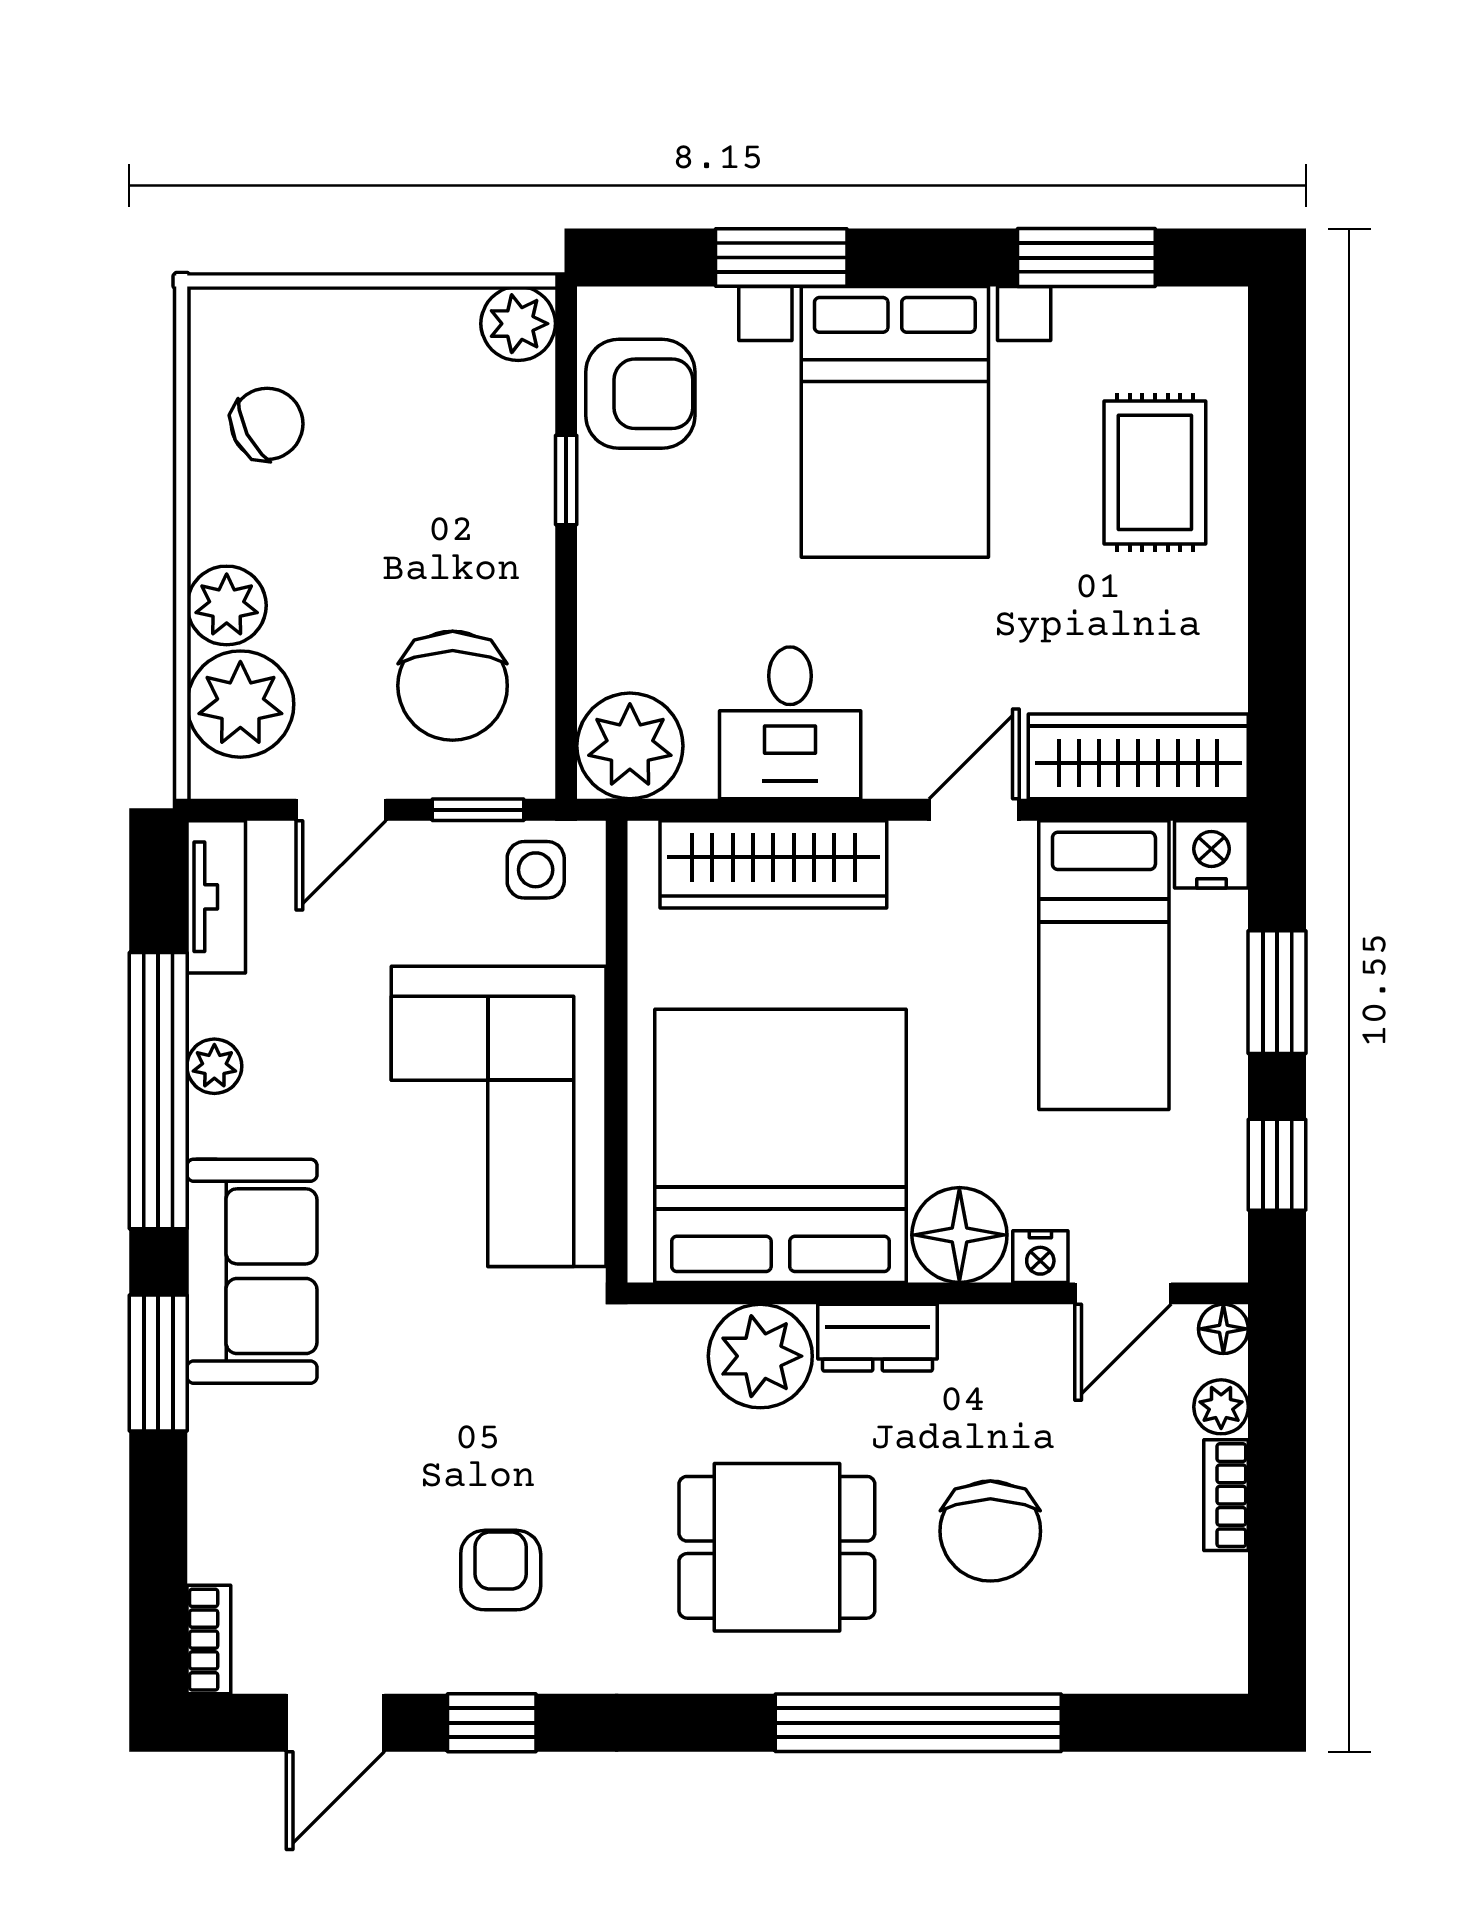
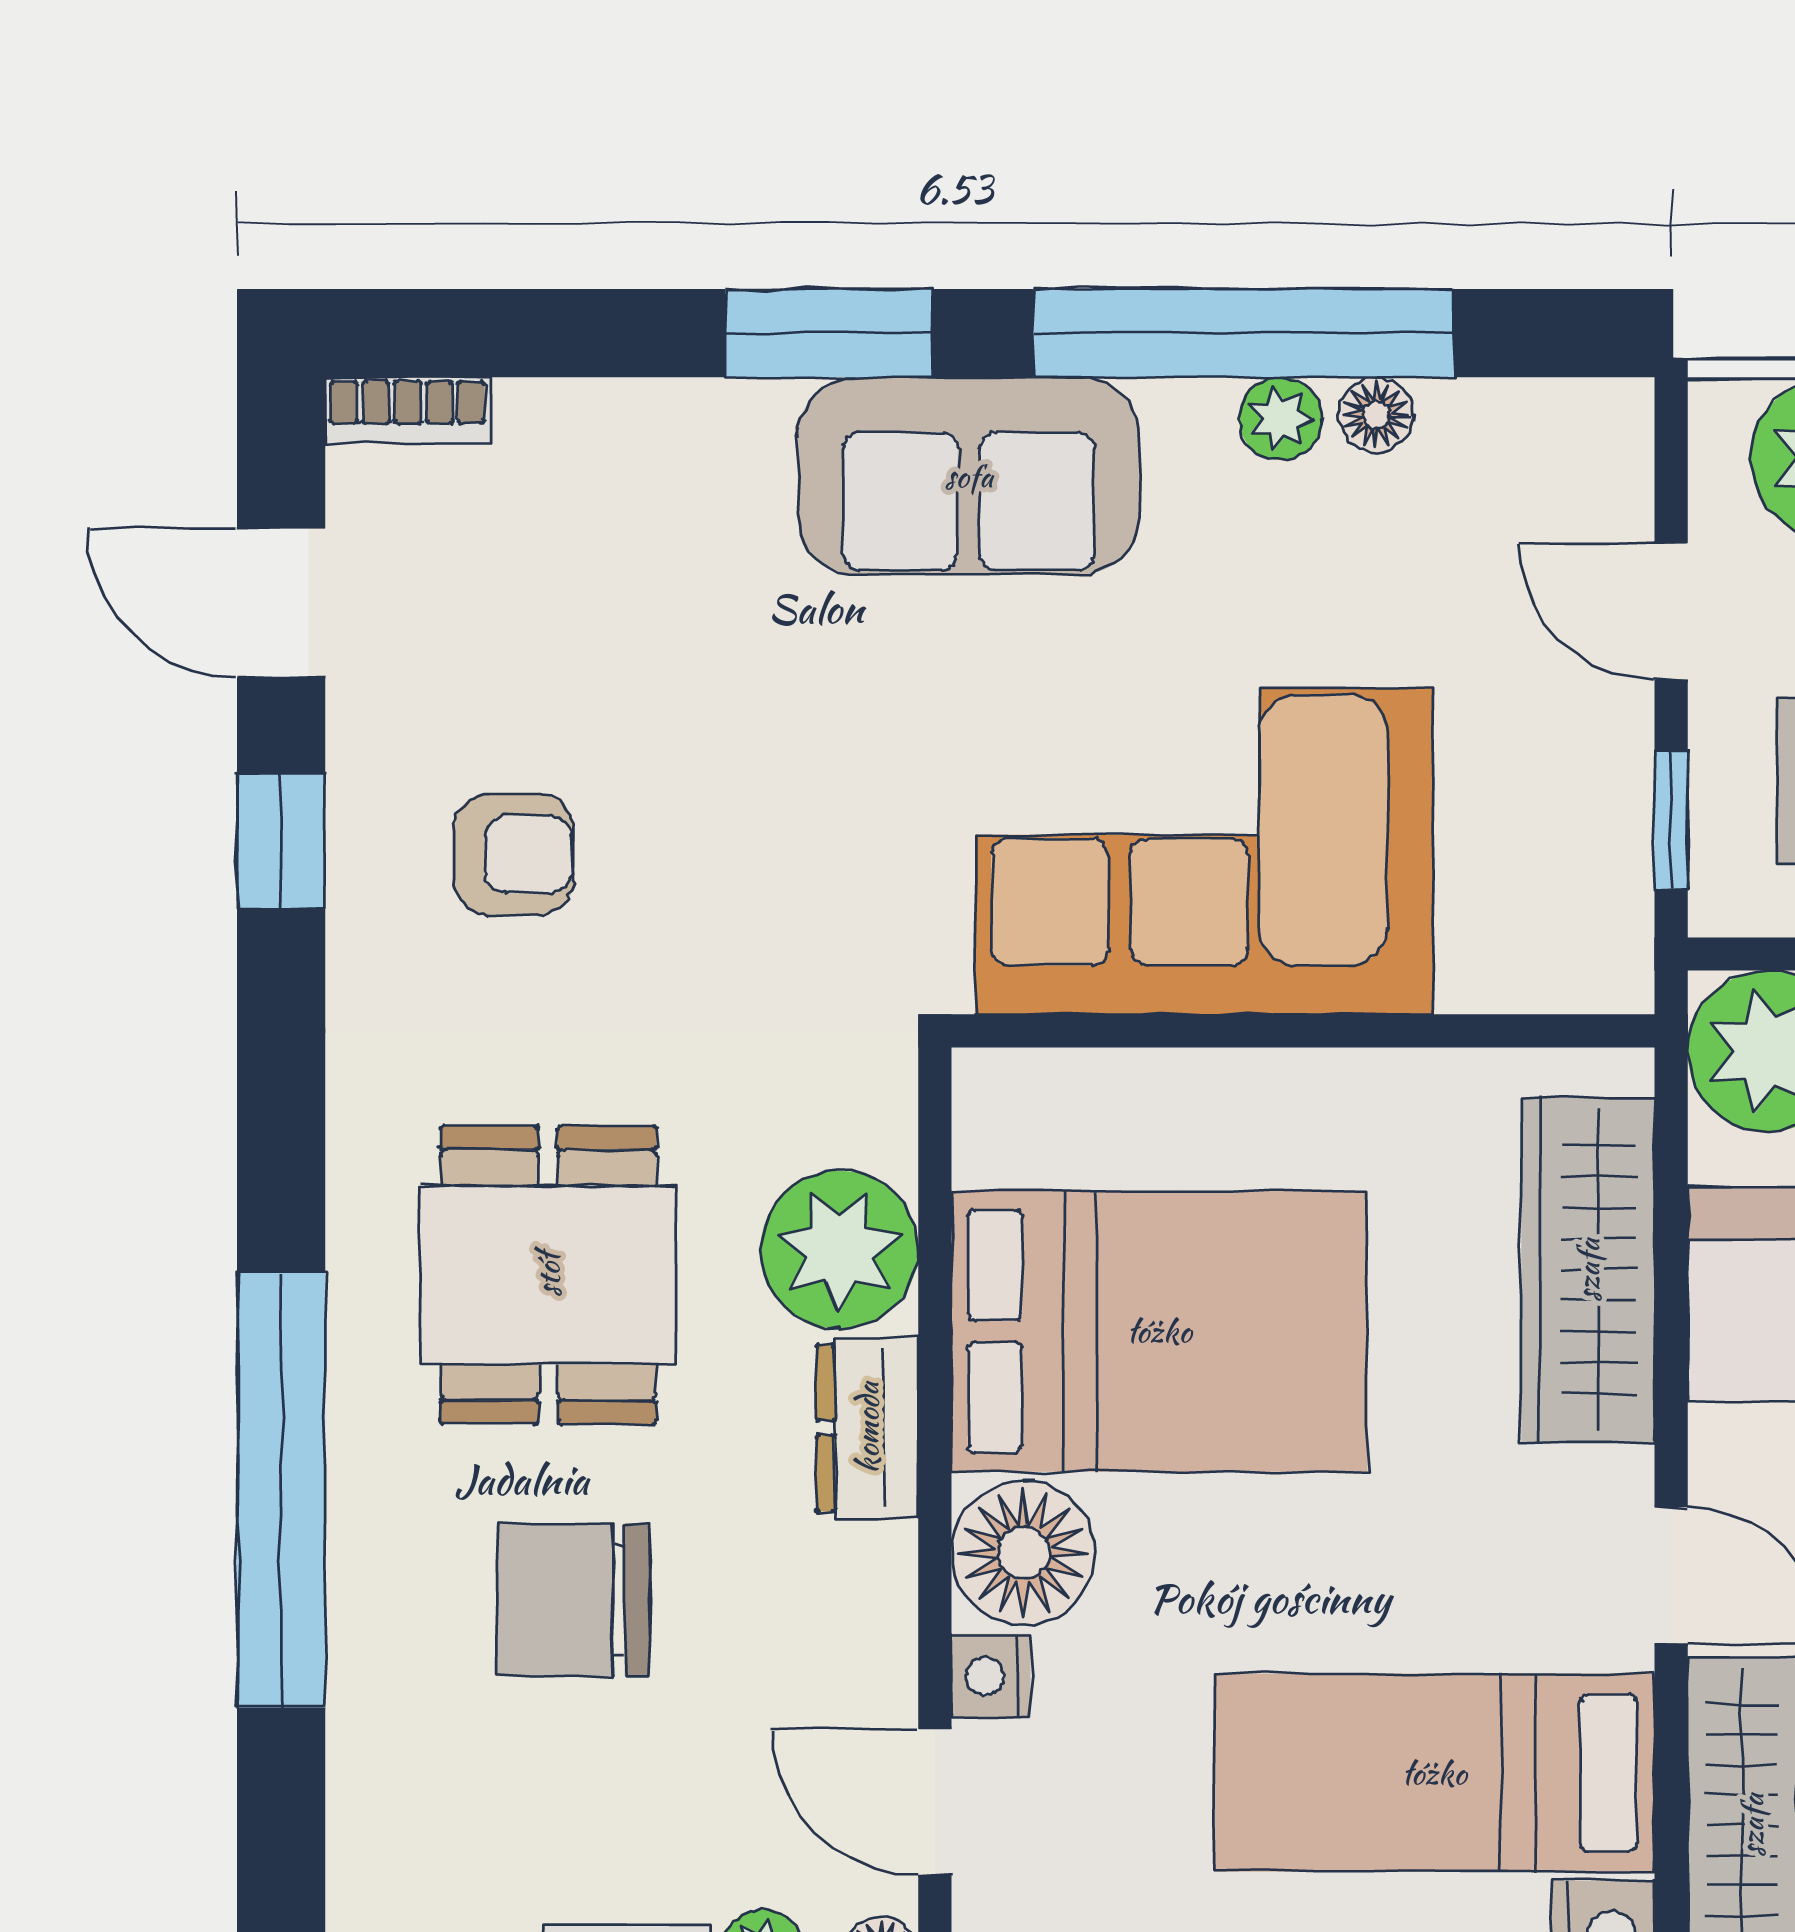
side table: (536, 870) -> (1580, 908), removed
tv unit: (216, 897) -> (1538, 421), removed
floor lamp: (212, 1003) -> (1376, 415), added
bed: (780, 1146) -> (1159, 1331), width x0.73

